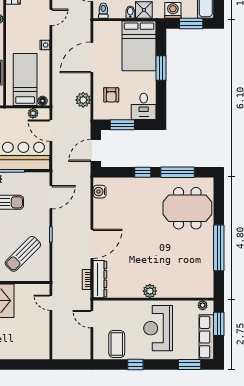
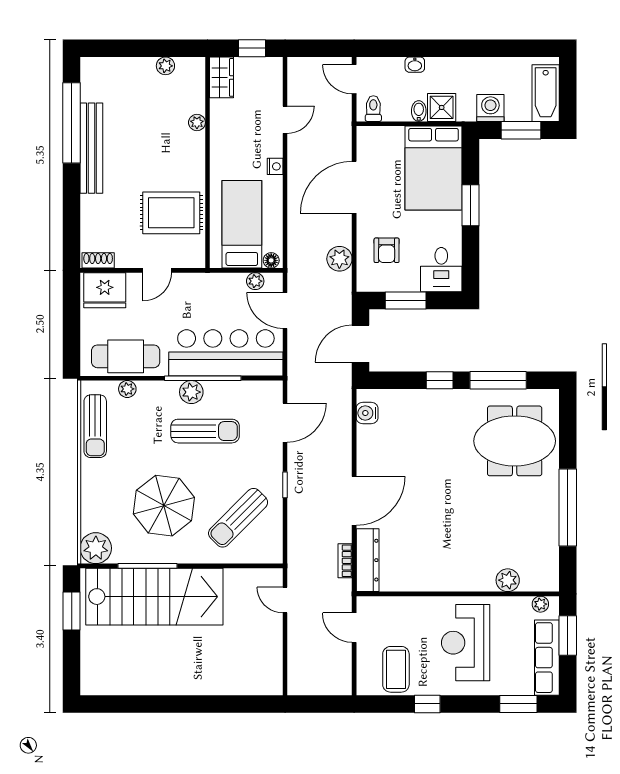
plant: (150, 291) -> (508, 580), moved

